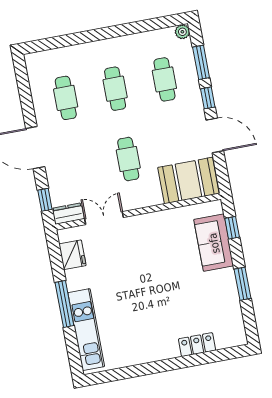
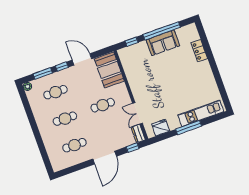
door: (215, 135) -> (82, 59), hinge flipped
sofa: (214, 243) -> (163, 43), moved
window: (243, 284) -> (162, 31), width x2.11

